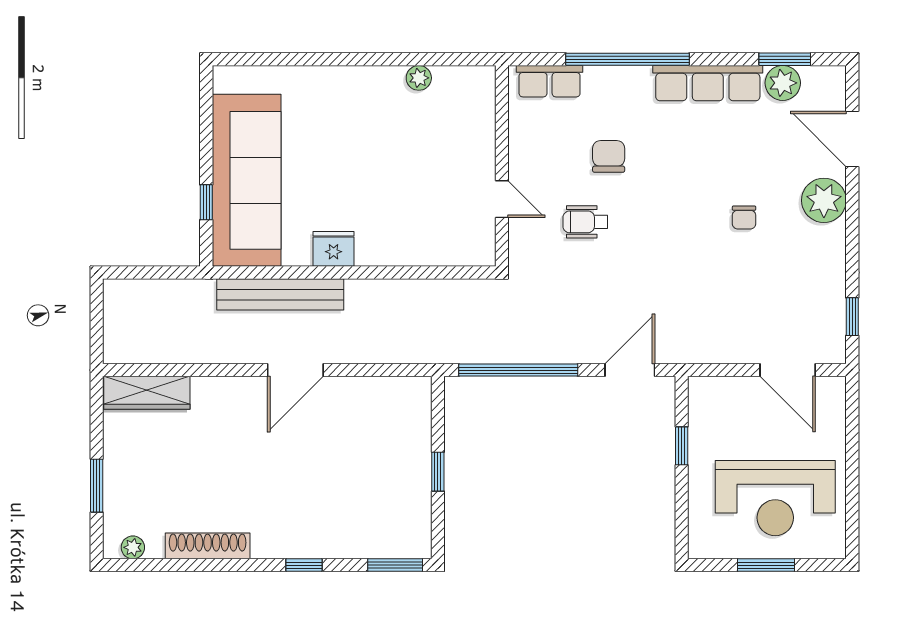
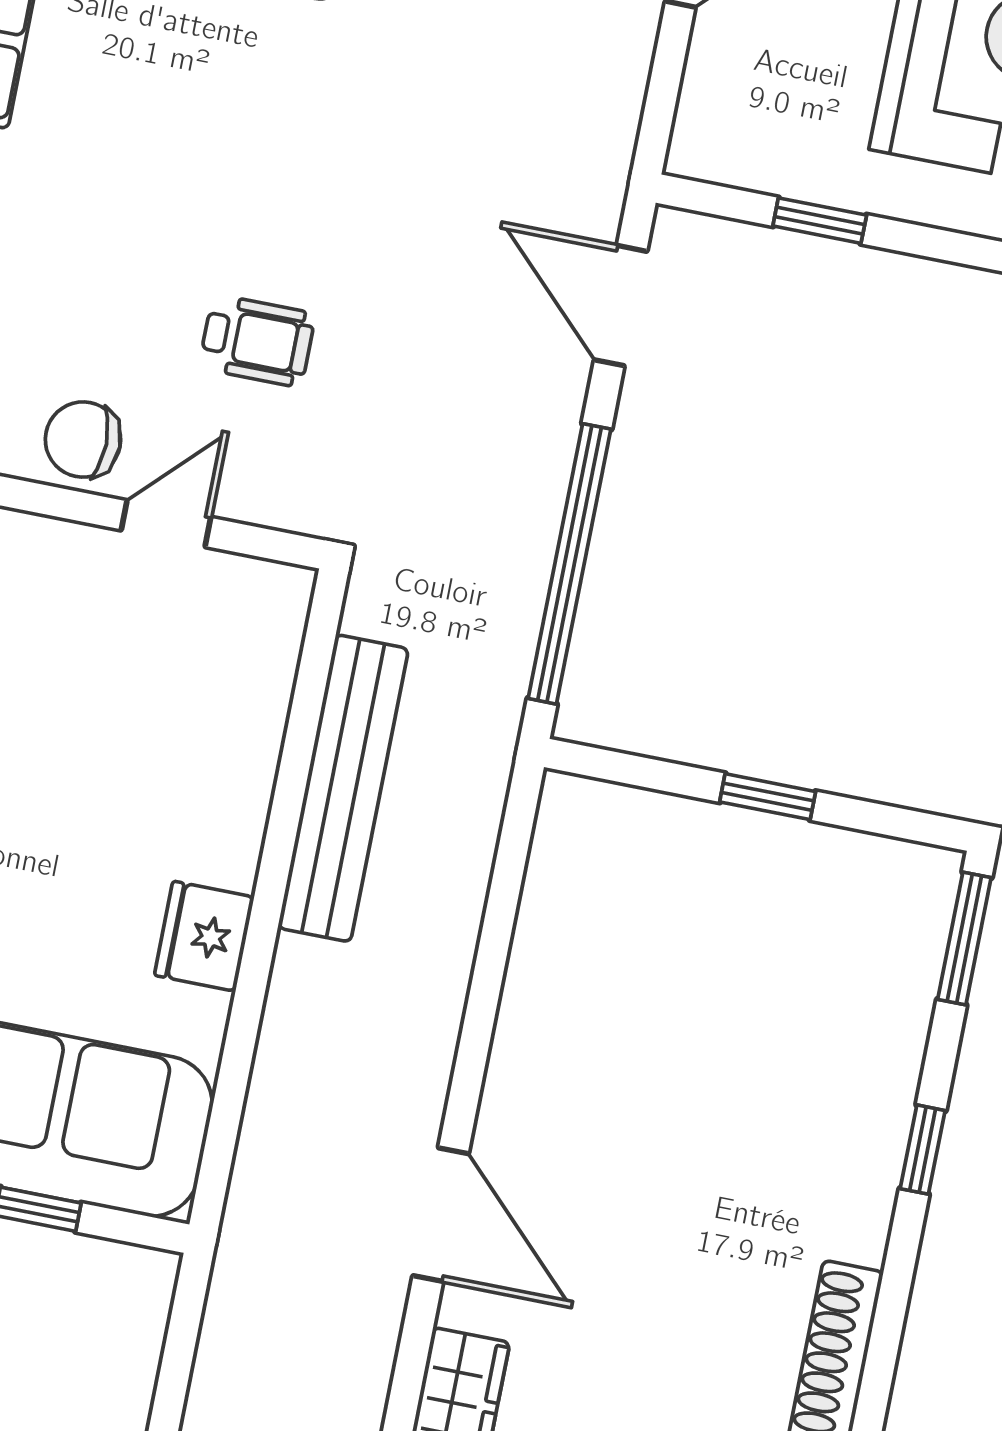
chair: (609, 156) -> (83, 440), moved
wheelchair: (585, 222) -> (257, 341), turned -90
bench: (280, 294) -> (343, 788), moved
door: (295, 370) -> (441, 1215), moved

